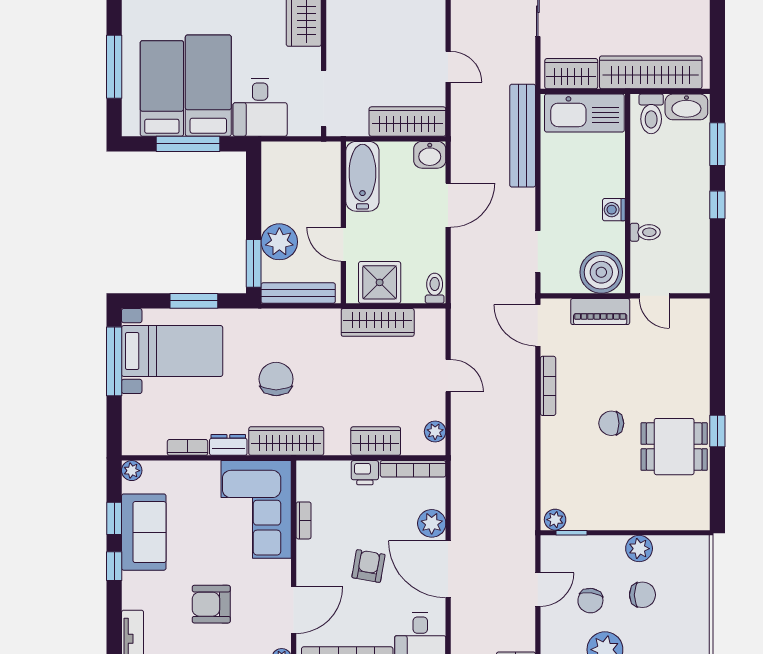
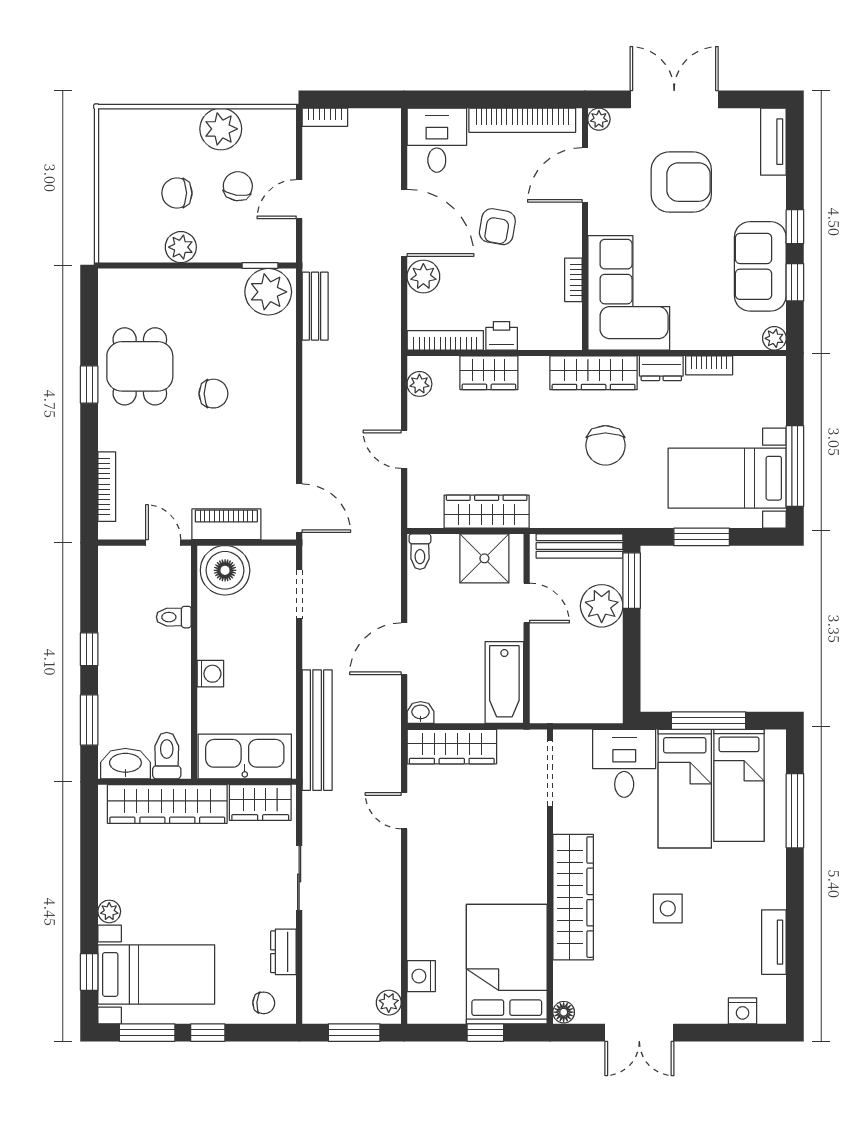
washbasin: (430, 155) -> (421, 713), width x0.72, depth x0.69
washing machine: (614, 210) -> (210, 674), moved
bookcase: (548, 386) -> (107, 487), moved, turned 180
dining table: (674, 447) -> (140, 366), turned 90
bench: (524, 498) -> (315, 306), added
plant: (555, 520) -> (268, 292), width x1.88, depth x1.88
armchair: (211, 604) -> (681, 182), width x1.36, depth x1.36

